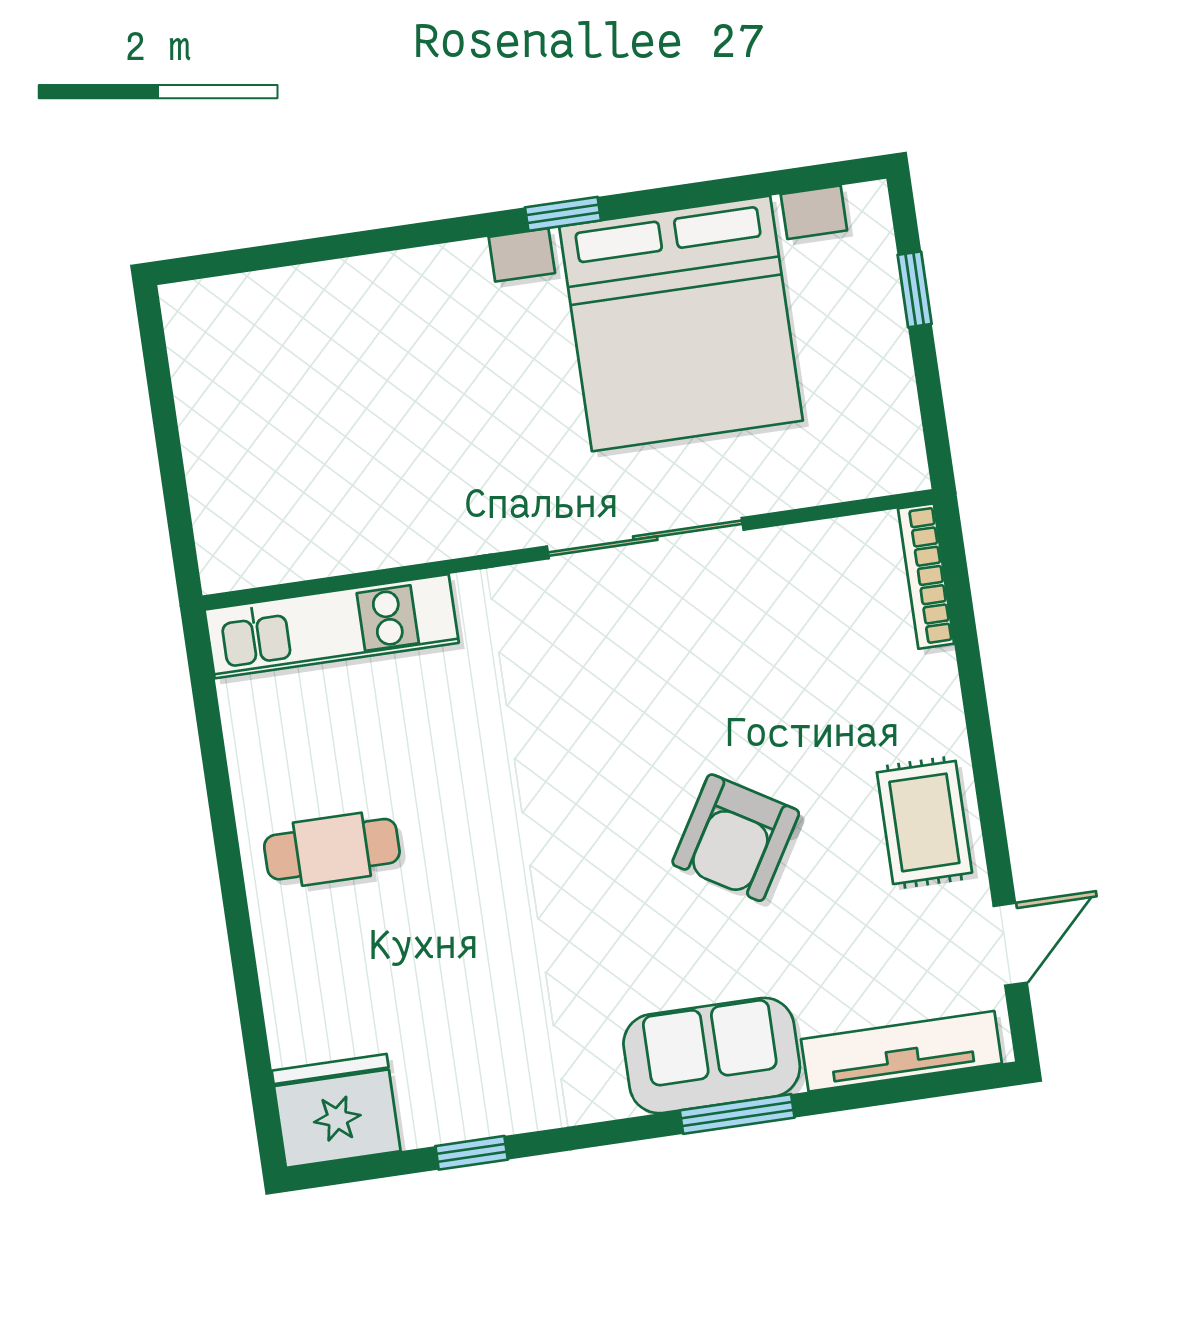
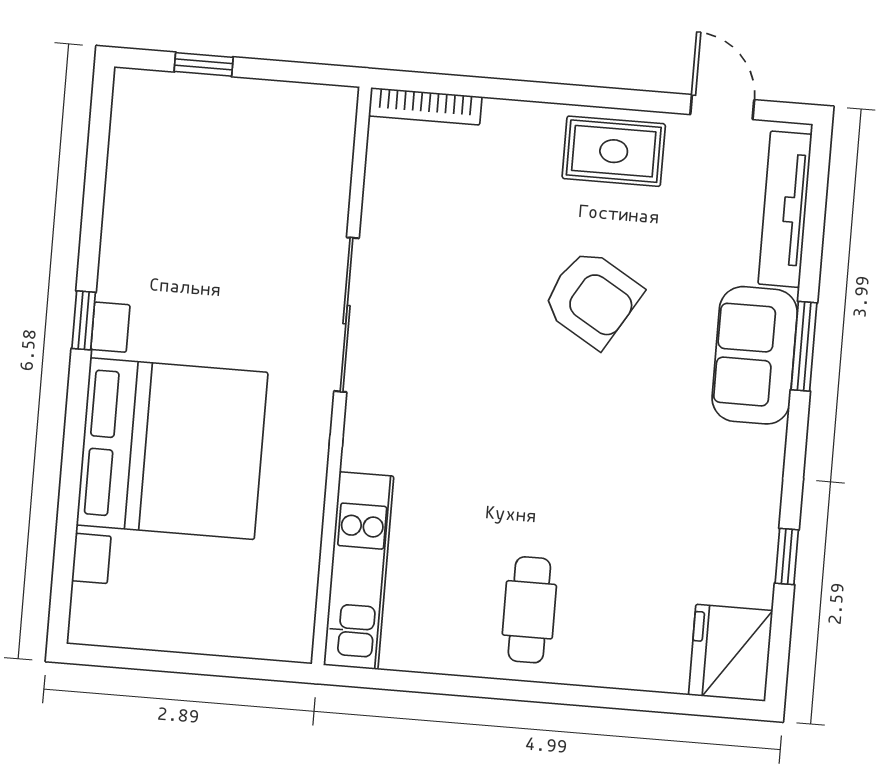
bed with nightstands: (681, 324) -> (172, 449), moved

